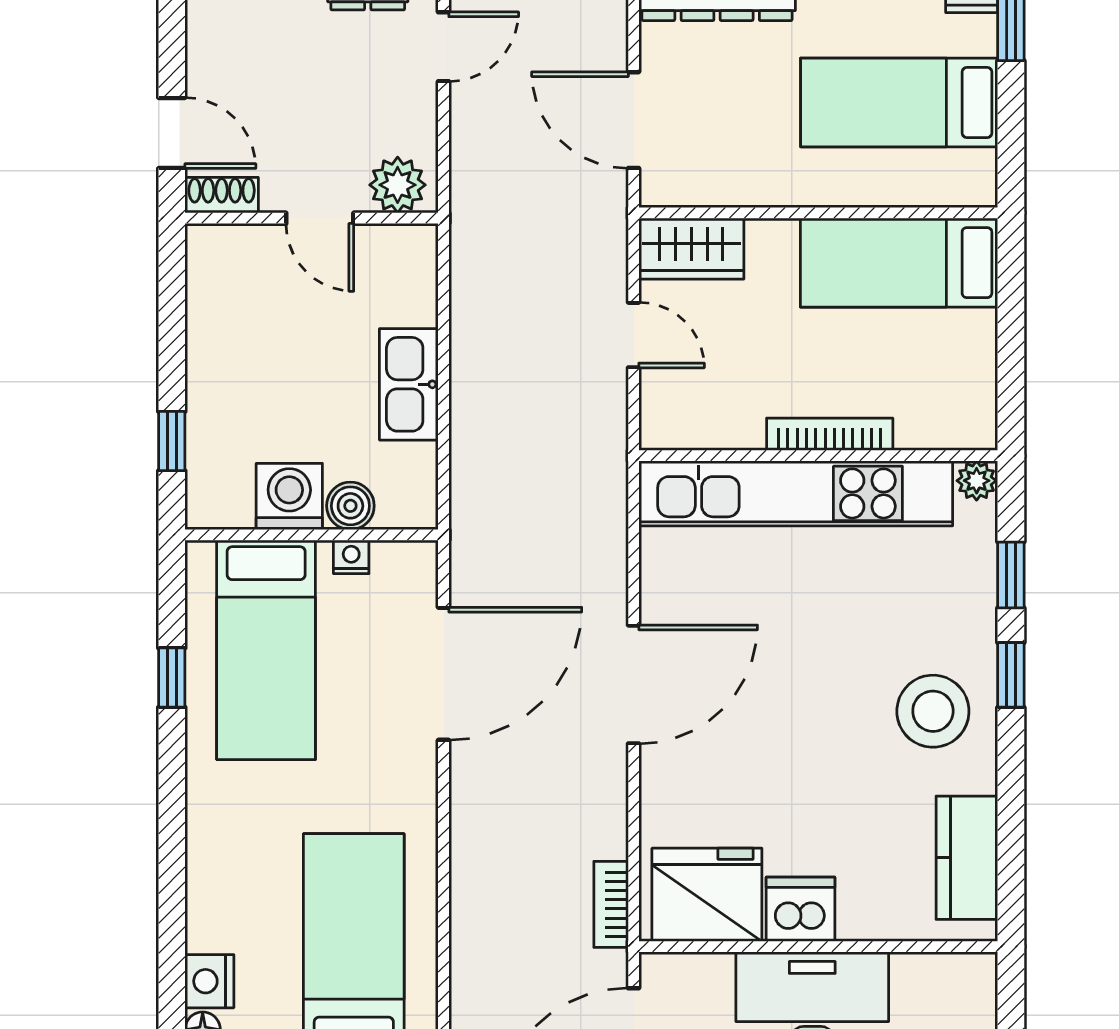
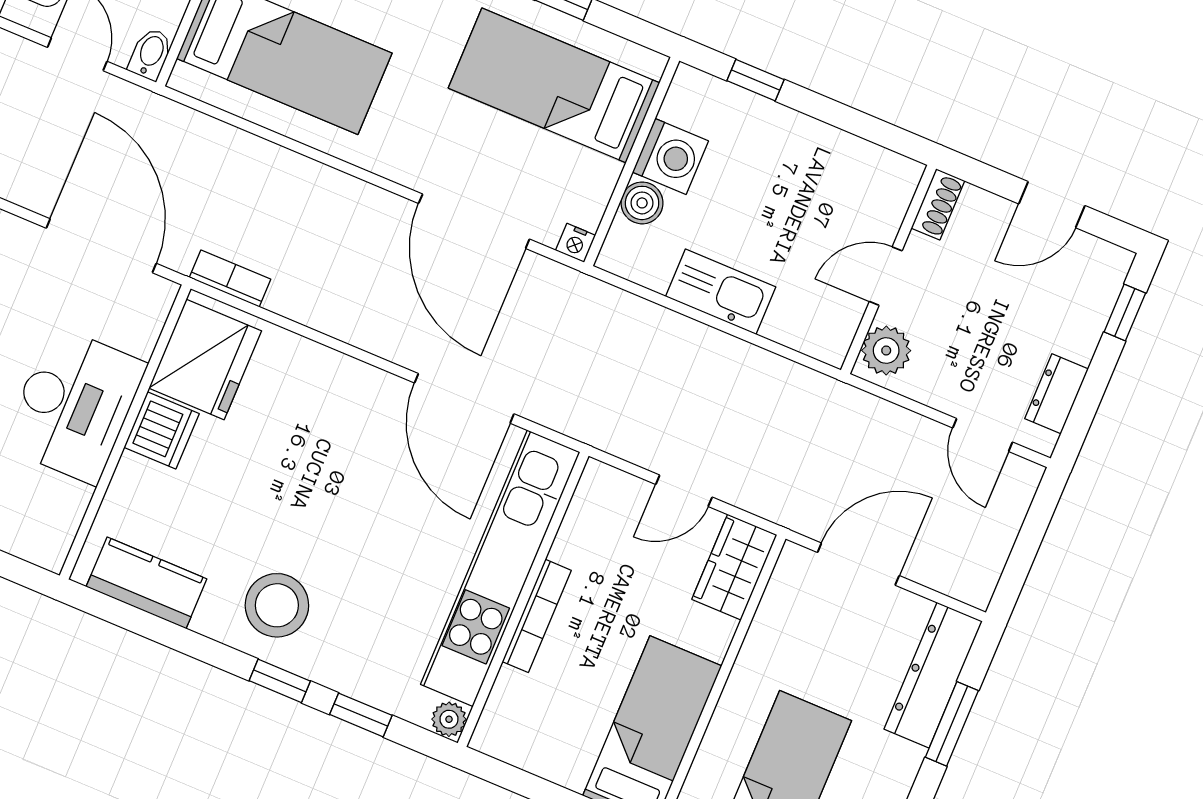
door: (172, 133) -> (1052, 205), moved
nightstand: (351, 557) -> (576, 243), moved, turned 90
door: (634, 684) -> (464, 398), moved

